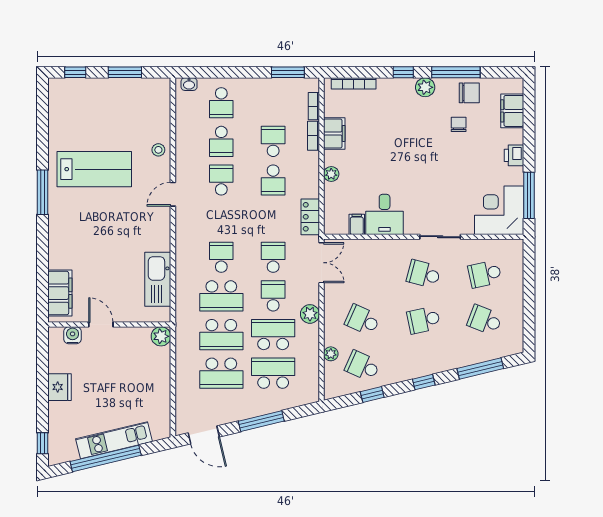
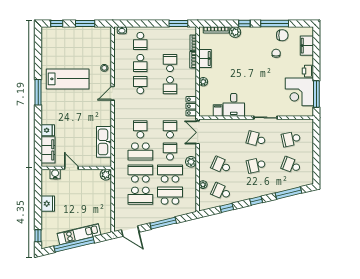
plant: (425, 87) -> (235, 32), moved
corner desk: (499, 210) -> (299, 92), moved, turned -90
fridge: (59, 259) -> (48, 130), added
double door: (322, 263) -> (198, 132), swing flipped
school desk: (221, 335) -> (140, 174), turned 180

